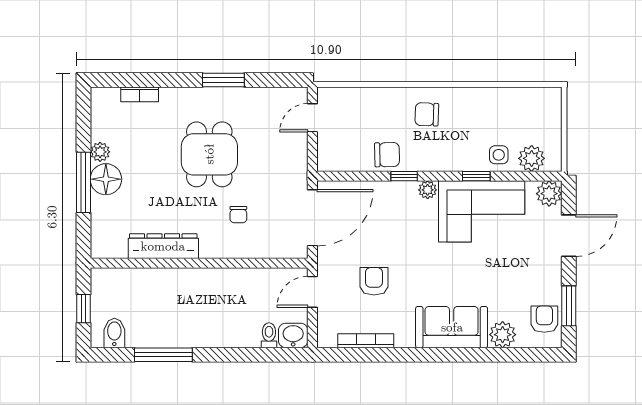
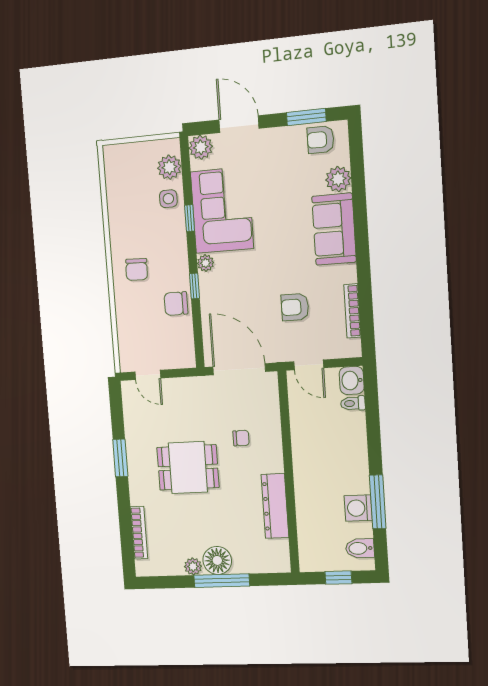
bookcase: (140, 94) -> (139, 533), width x1.56
chair: (387, 155) -> (176, 304), turned -89
washing machine: (158, 334) -> (358, 508), added

